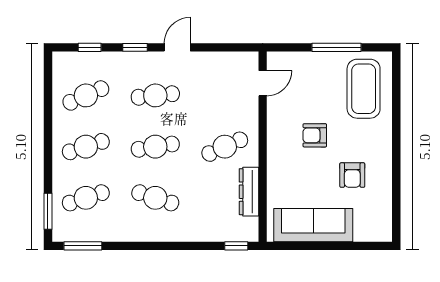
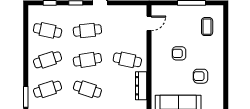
coffee table: (364, 89) -> (207, 27), width x0.54, depth x0.58
cafe table: (86, 95) -> (48, 30), turned 36
cafe table: (225, 147) -> (127, 60), turned 36
armchair: (352, 175) -> (201, 76), turned 90

